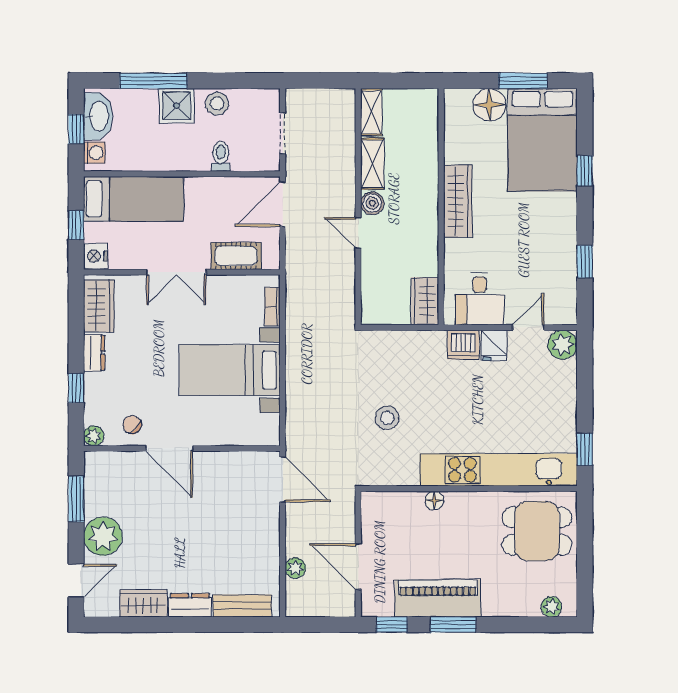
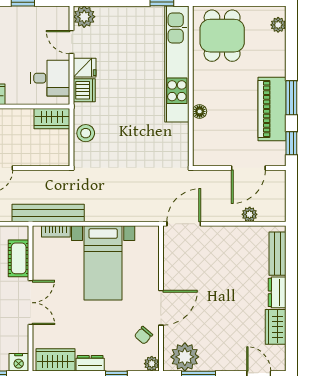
bench: (297, 296) -> (48, 213), added
stool: (387, 418) -> (86, 133), moved
plant: (103, 536) -> (185, 357), moved

